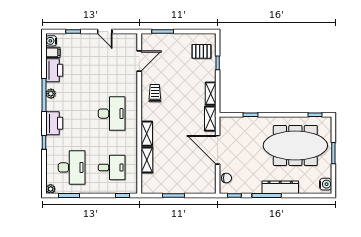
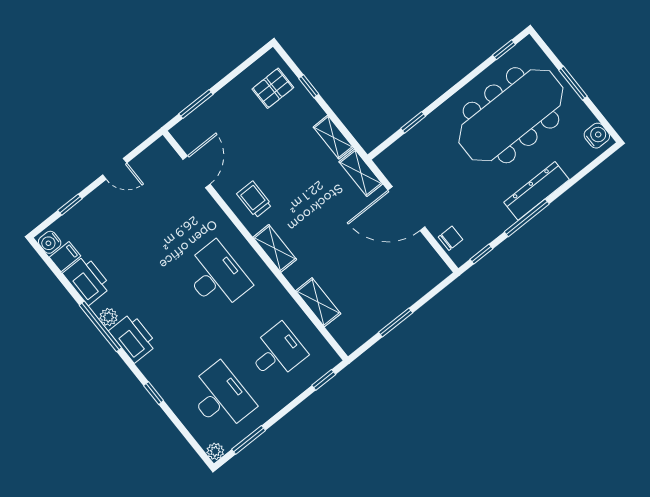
printer: (54, 123) -> (133, 338), moved
shelving: (147, 134) -> (275, 248), moved

